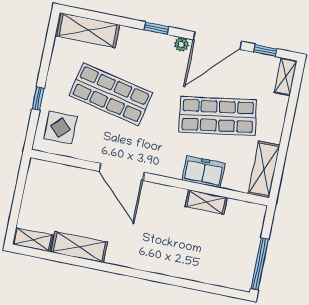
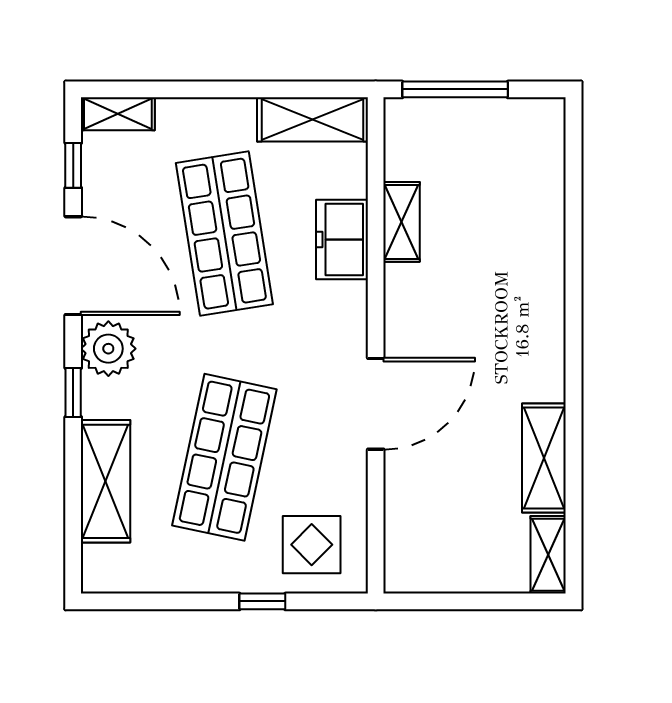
shelving: (88, 30) -> (105, 481), moved
plant: (181, 44) -> (108, 349), width x1.88, depth x1.88
window: (260, 264) -> (455, 89), moved

